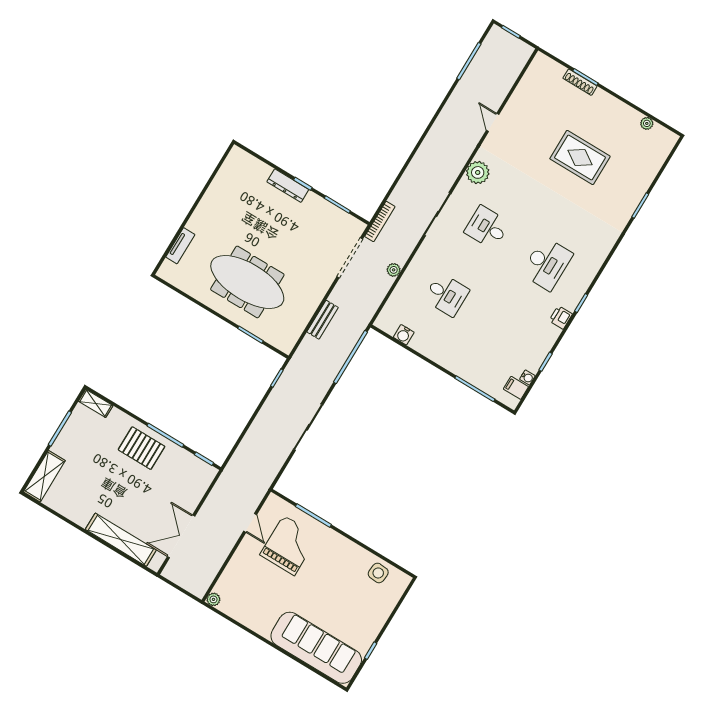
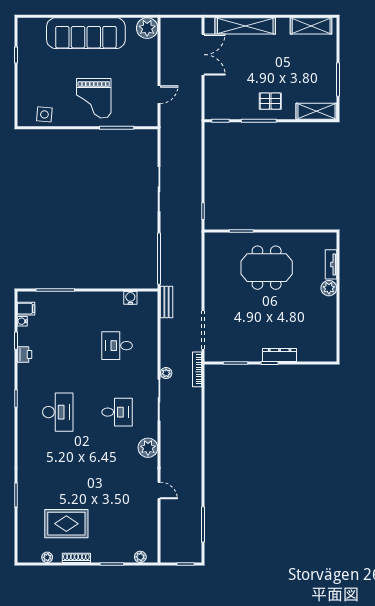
plant: (552, 67) -> (140, 557), added
shoe rack: (580, 82) -> (76, 558), moved
rug: (580, 158) -> (66, 524), moved
plant: (197, 223) -> (329, 288), added
desk: (547, 264) -> (58, 412), turned 180
plant: (394, 270) -> (166, 373), moved
meeting table: (247, 282) -> (267, 268), width x0.73
printer: (561, 317) -> (24, 354), moved
bench: (323, 320) -> (166, 302), moved
shelving: (96, 403) -> (316, 111), width x1.50, depth x1.33
pallet: (142, 448) -> (270, 101), width x0.67, depth x0.71
shelving: (44, 476) -> (311, 26), moved, turned 90
door: (250, 523) -> (159, 95), swing flipped
grand piano: (289, 545) -> (94, 98), moved
plant: (213, 599) -> (147, 28), width x1.87, depth x1.87
sofa: (316, 648) -> (86, 33), moved

